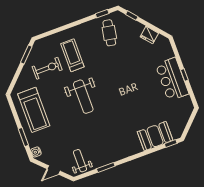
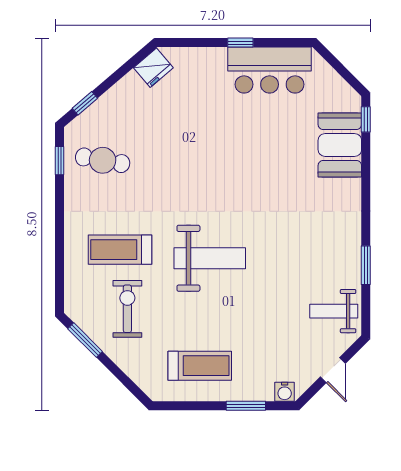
fridge: (149, 35) -> (153, 68), moved
bar counter: (172, 79) -> (270, 70), moved
treadmill: (34, 110) -> (200, 366), width x0.73, depth x0.73

